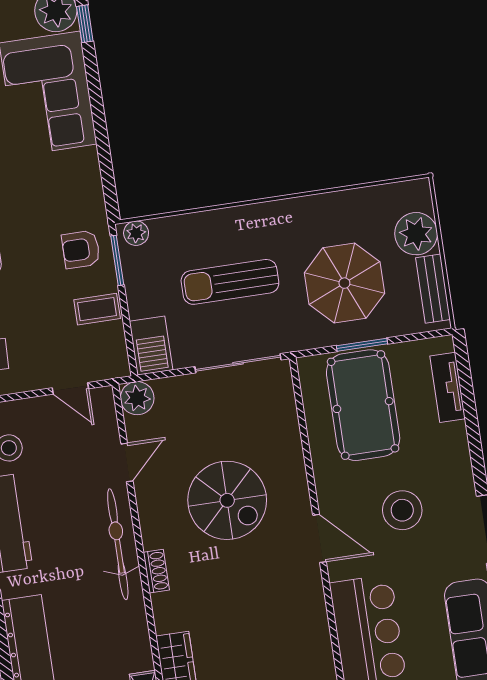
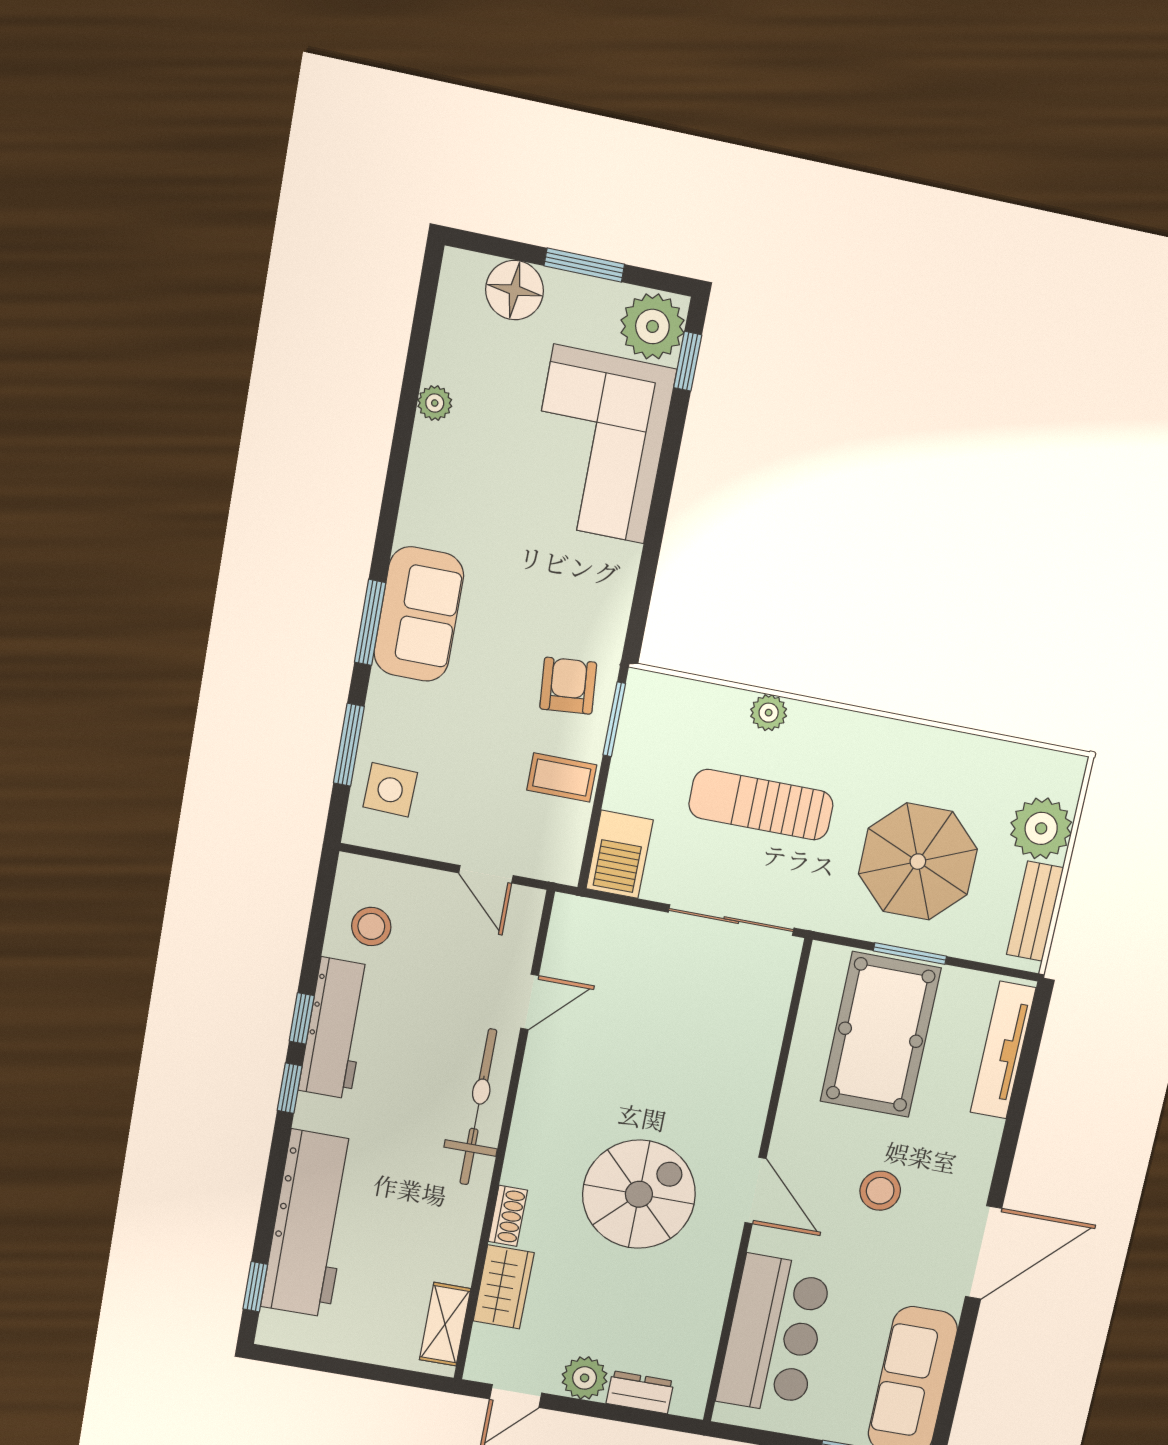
plant: (136, 233) -> (769, 713), moved
armchair: (81, 249) -> (568, 686), turned 85
tv unit: (448, 387) -> (1003, 1050), width x1.41
plant: (137, 398) -> (575, 920), removed
spiral stairs: (227, 500) -> (639, 1194), moved, turned -90
stool: (402, 510) -> (880, 1191), width x0.73, depth x0.73
shoe rack: (156, 571) -> (508, 1216), moved

